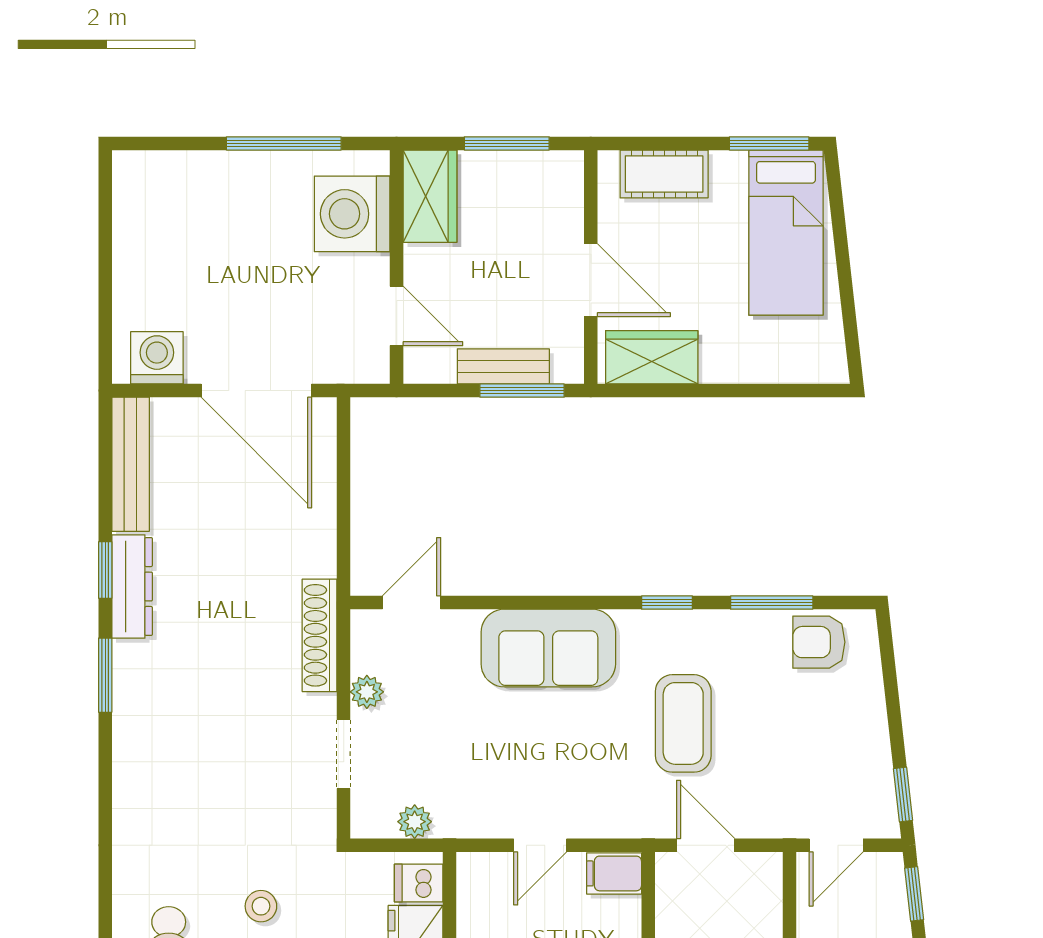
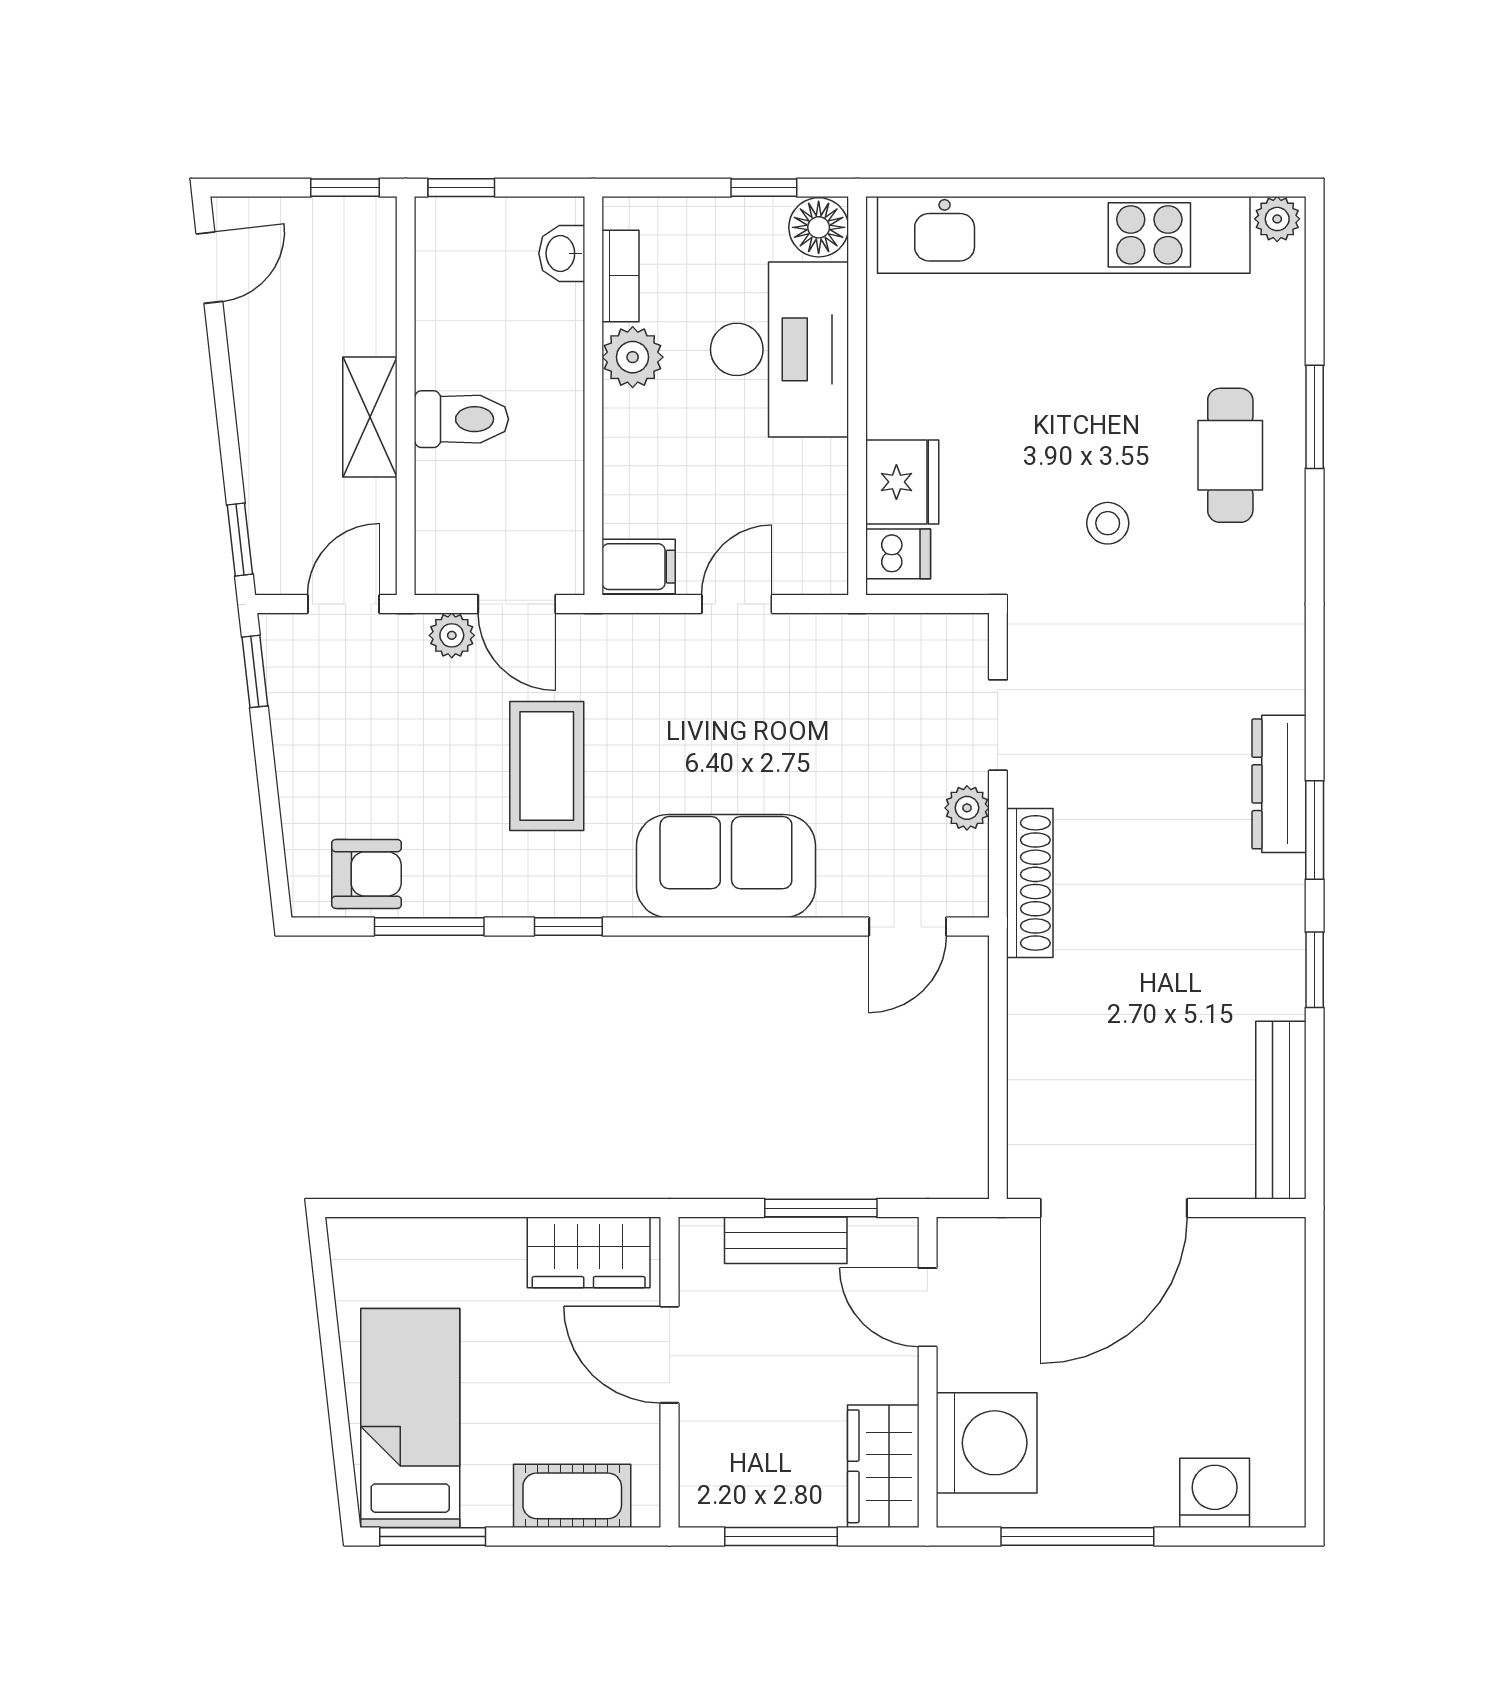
washing machine: (157, 358) -> (1215, 1493), moved, turned 180
door: (256, 391) -> (1114, 1208), swing flipped
window: (522, 391) -> (821, 1208), moved
dresser: (132, 587) -> (1279, 784), moved
plant: (415, 822) -> (452, 635), moved

